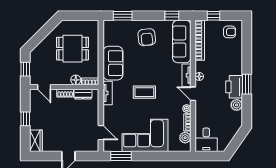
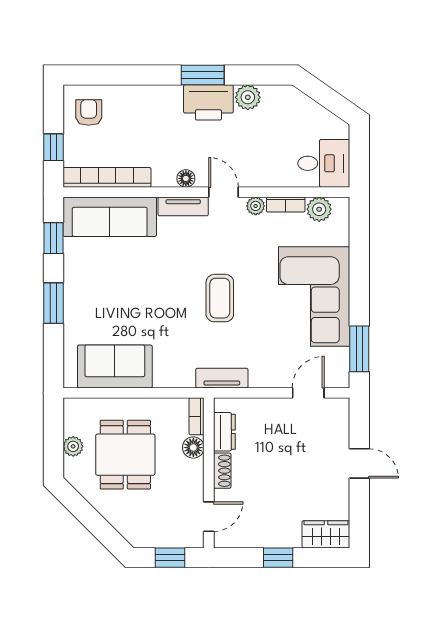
window: (123, 16) -> (53, 303), moved
plant: (76, 25) -> (73, 446), added
armchair: (147, 37) -> (100, 293), removed
sofa: (113, 63) -> (115, 366), moved
door: (193, 94) -> (224, 192), swing flipped

